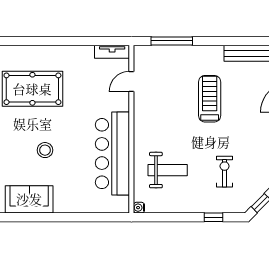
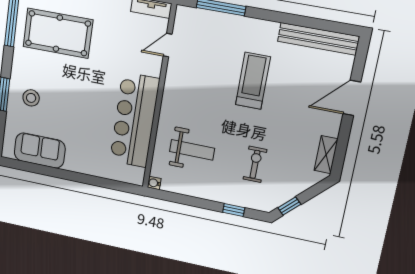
stool: (45, 150) -> (31, 98), moved

